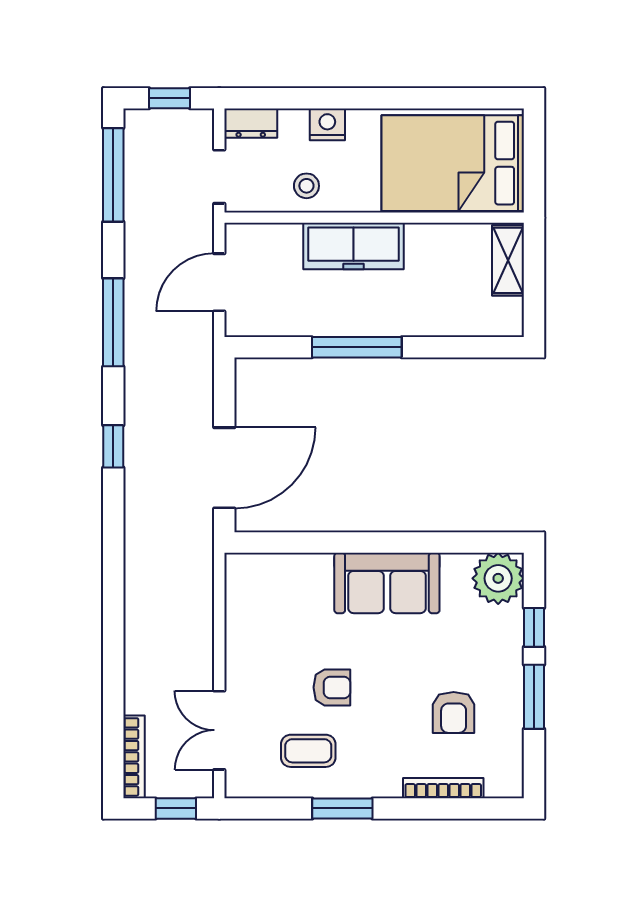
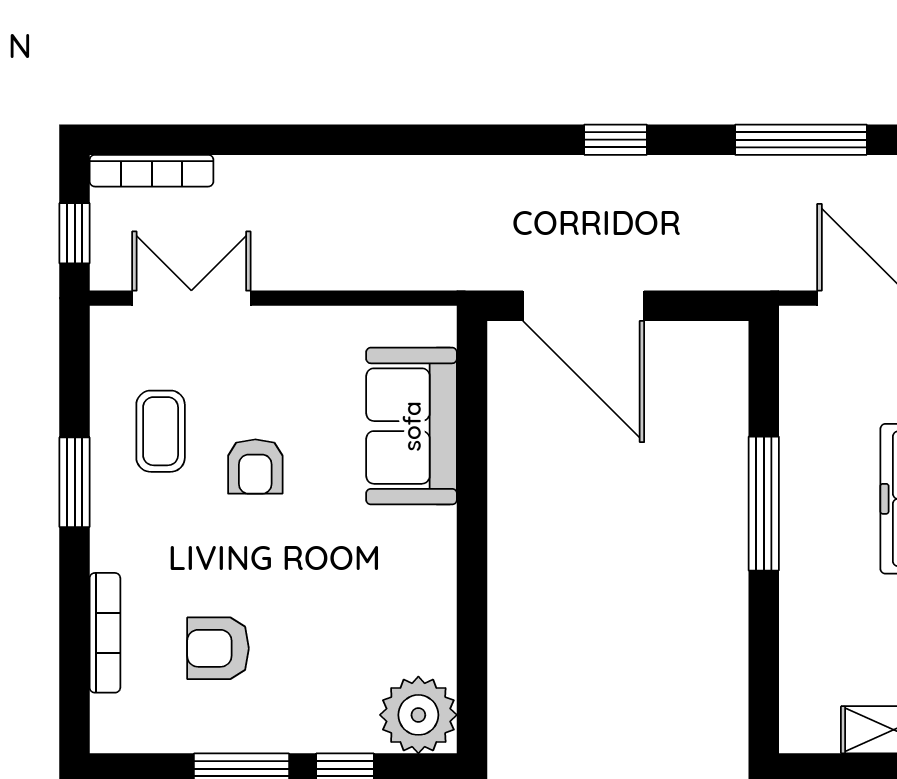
sofa: (387, 583) -> (412, 426), moved

